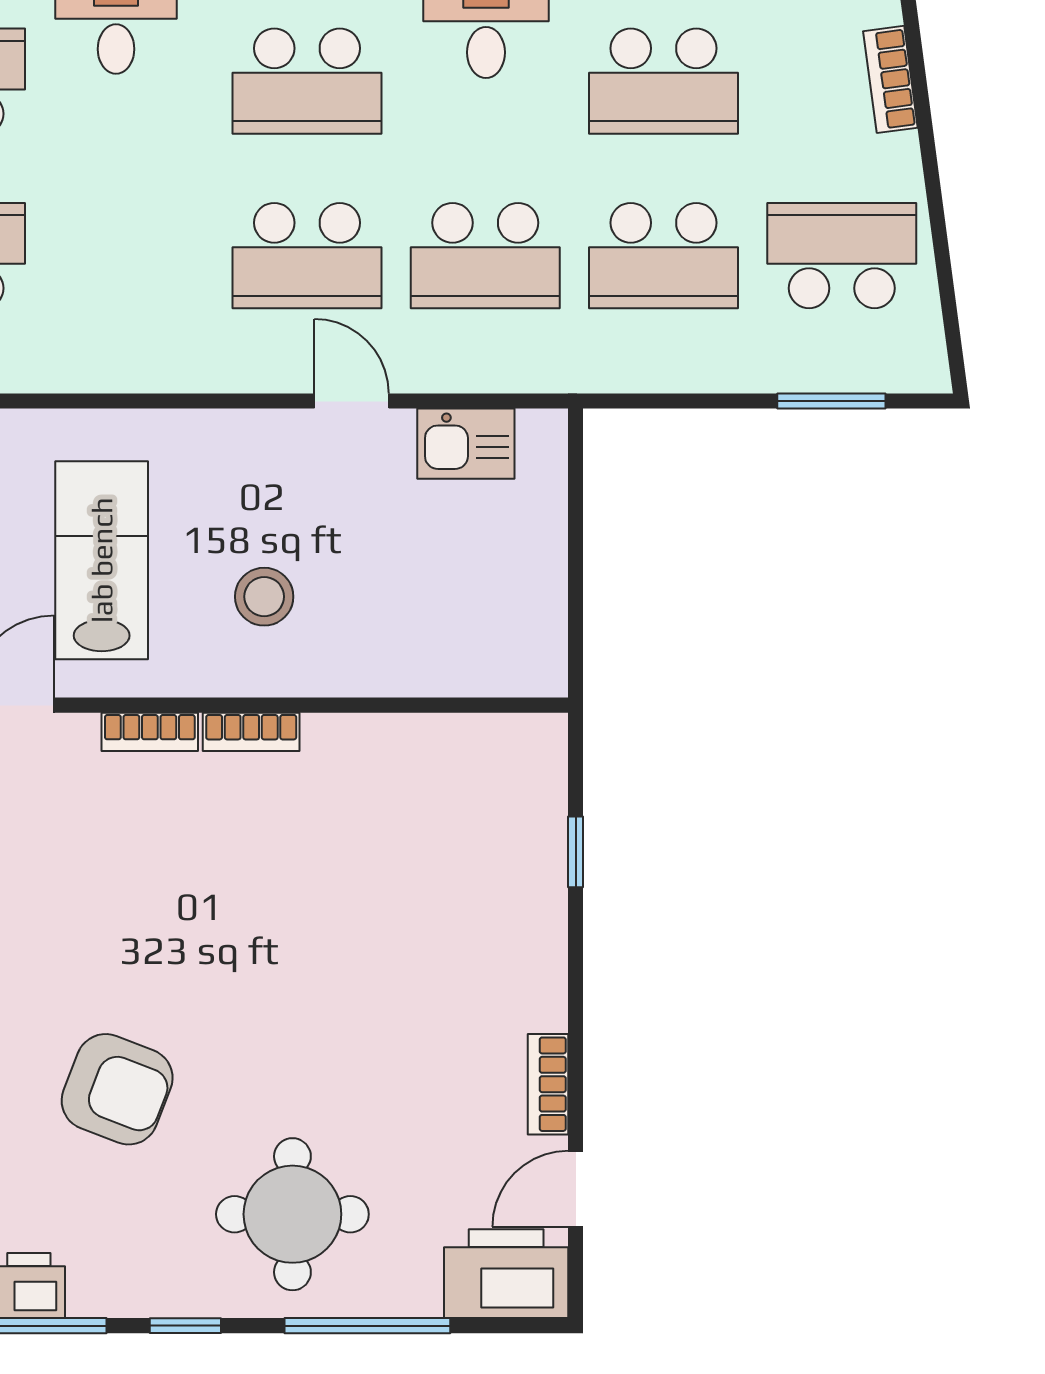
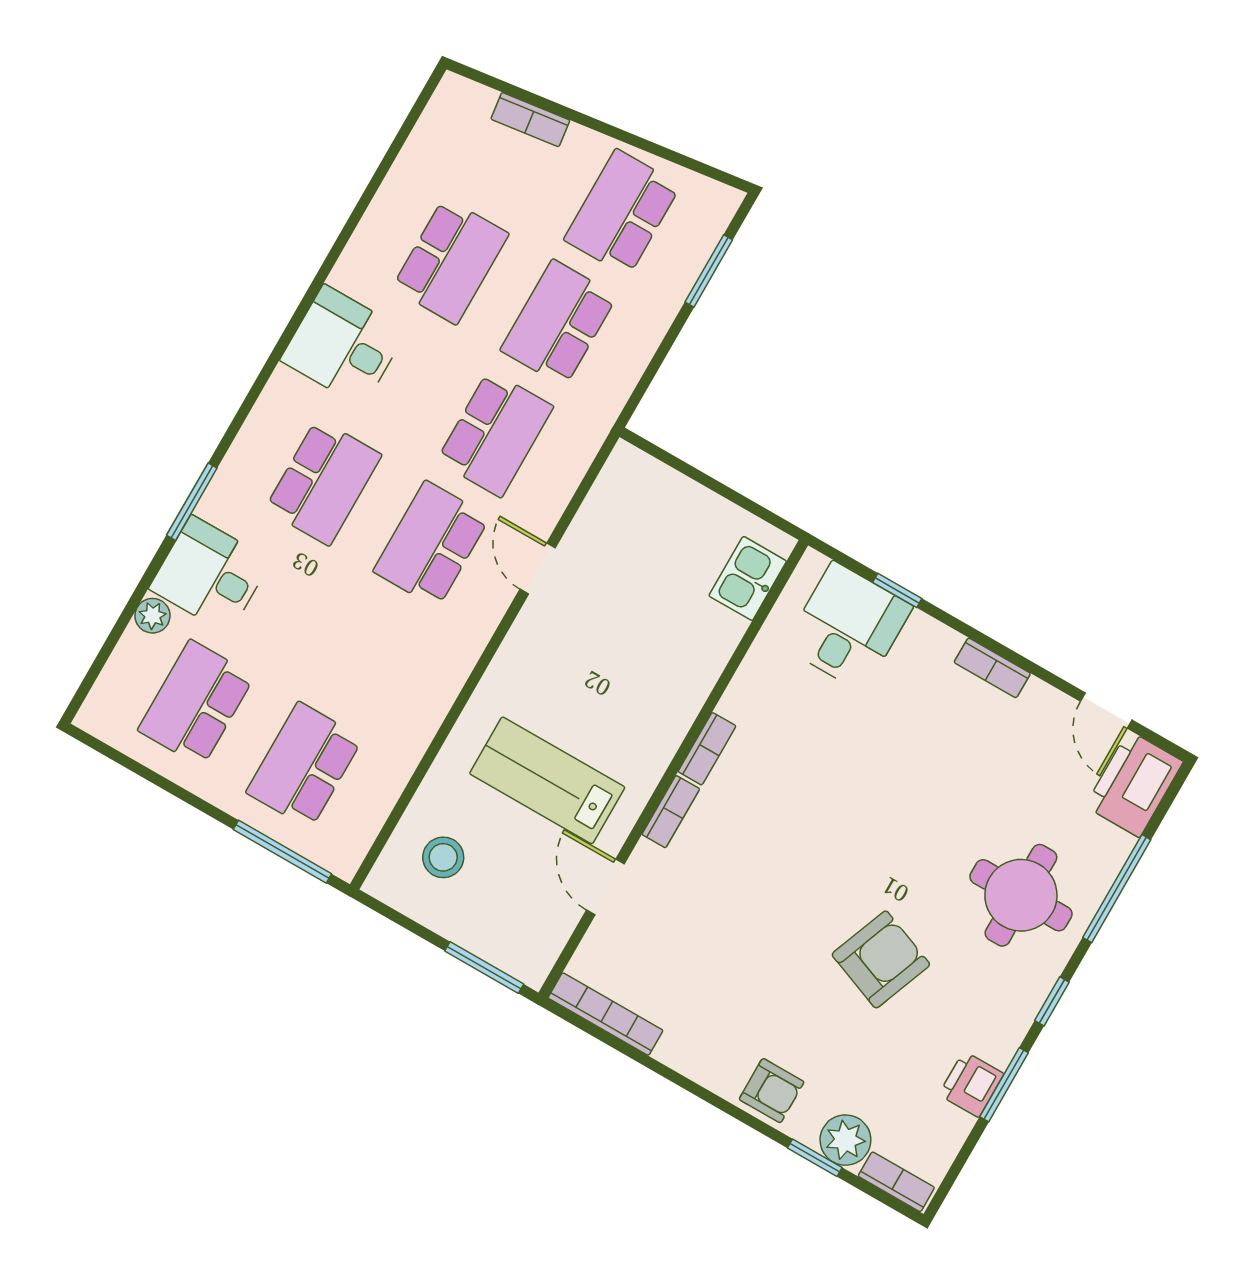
school desk: (307, 256) -> (431, 544), turned 180
school desk: (664, 256) -> (559, 323), turned 180
door: (352, 401) -> (538, 569), hinge flipped
kitchen sink: (466, 444) -> (748, 578), moved, turned 180
stool: (264, 597) -> (628, 693), removed
desk: (497, 818) -> (848, 627), added
bookcase: (548, 1084) -> (992, 668), moved

